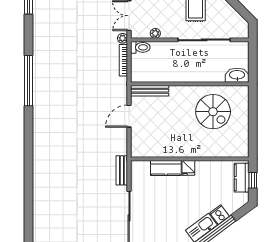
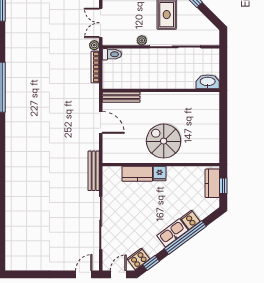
plant: (155, 33) -> (142, 40), moved
spiral stairs: (213, 112) -> (164, 141), moved, turned 180
door: (129, 116) -> (101, 122), swing flipped
bench: (122, 170) -> (94, 171), width x1.36

